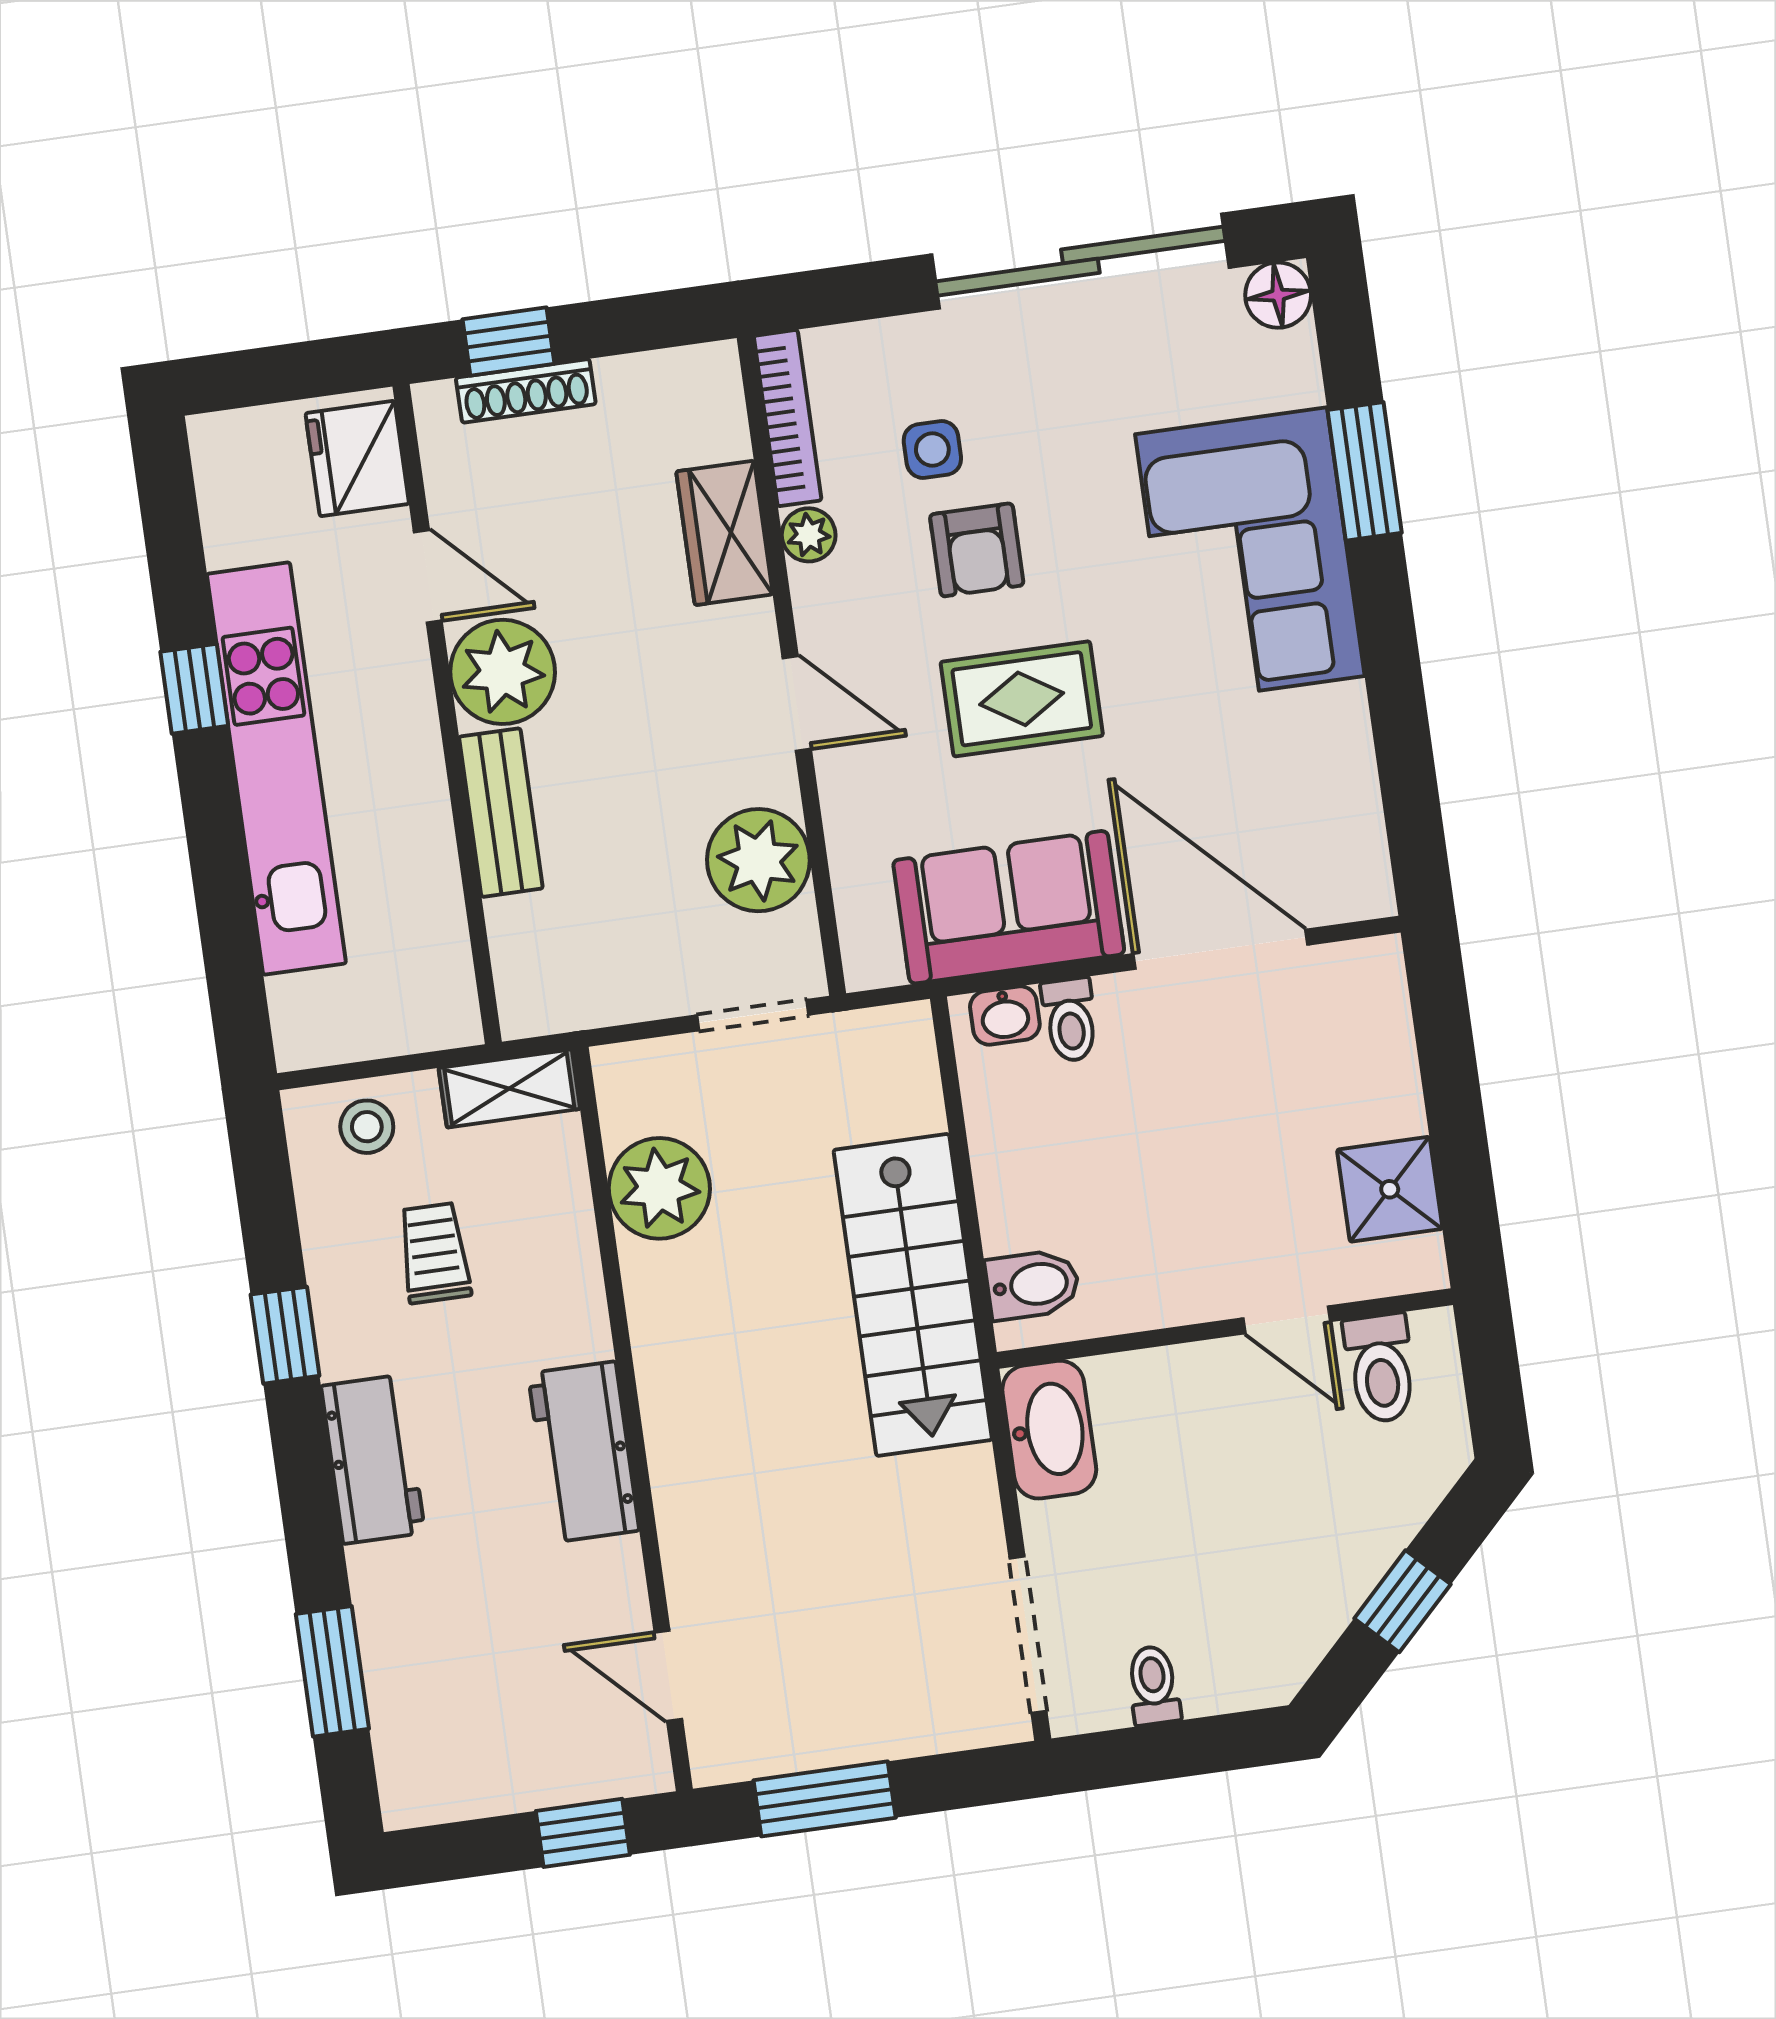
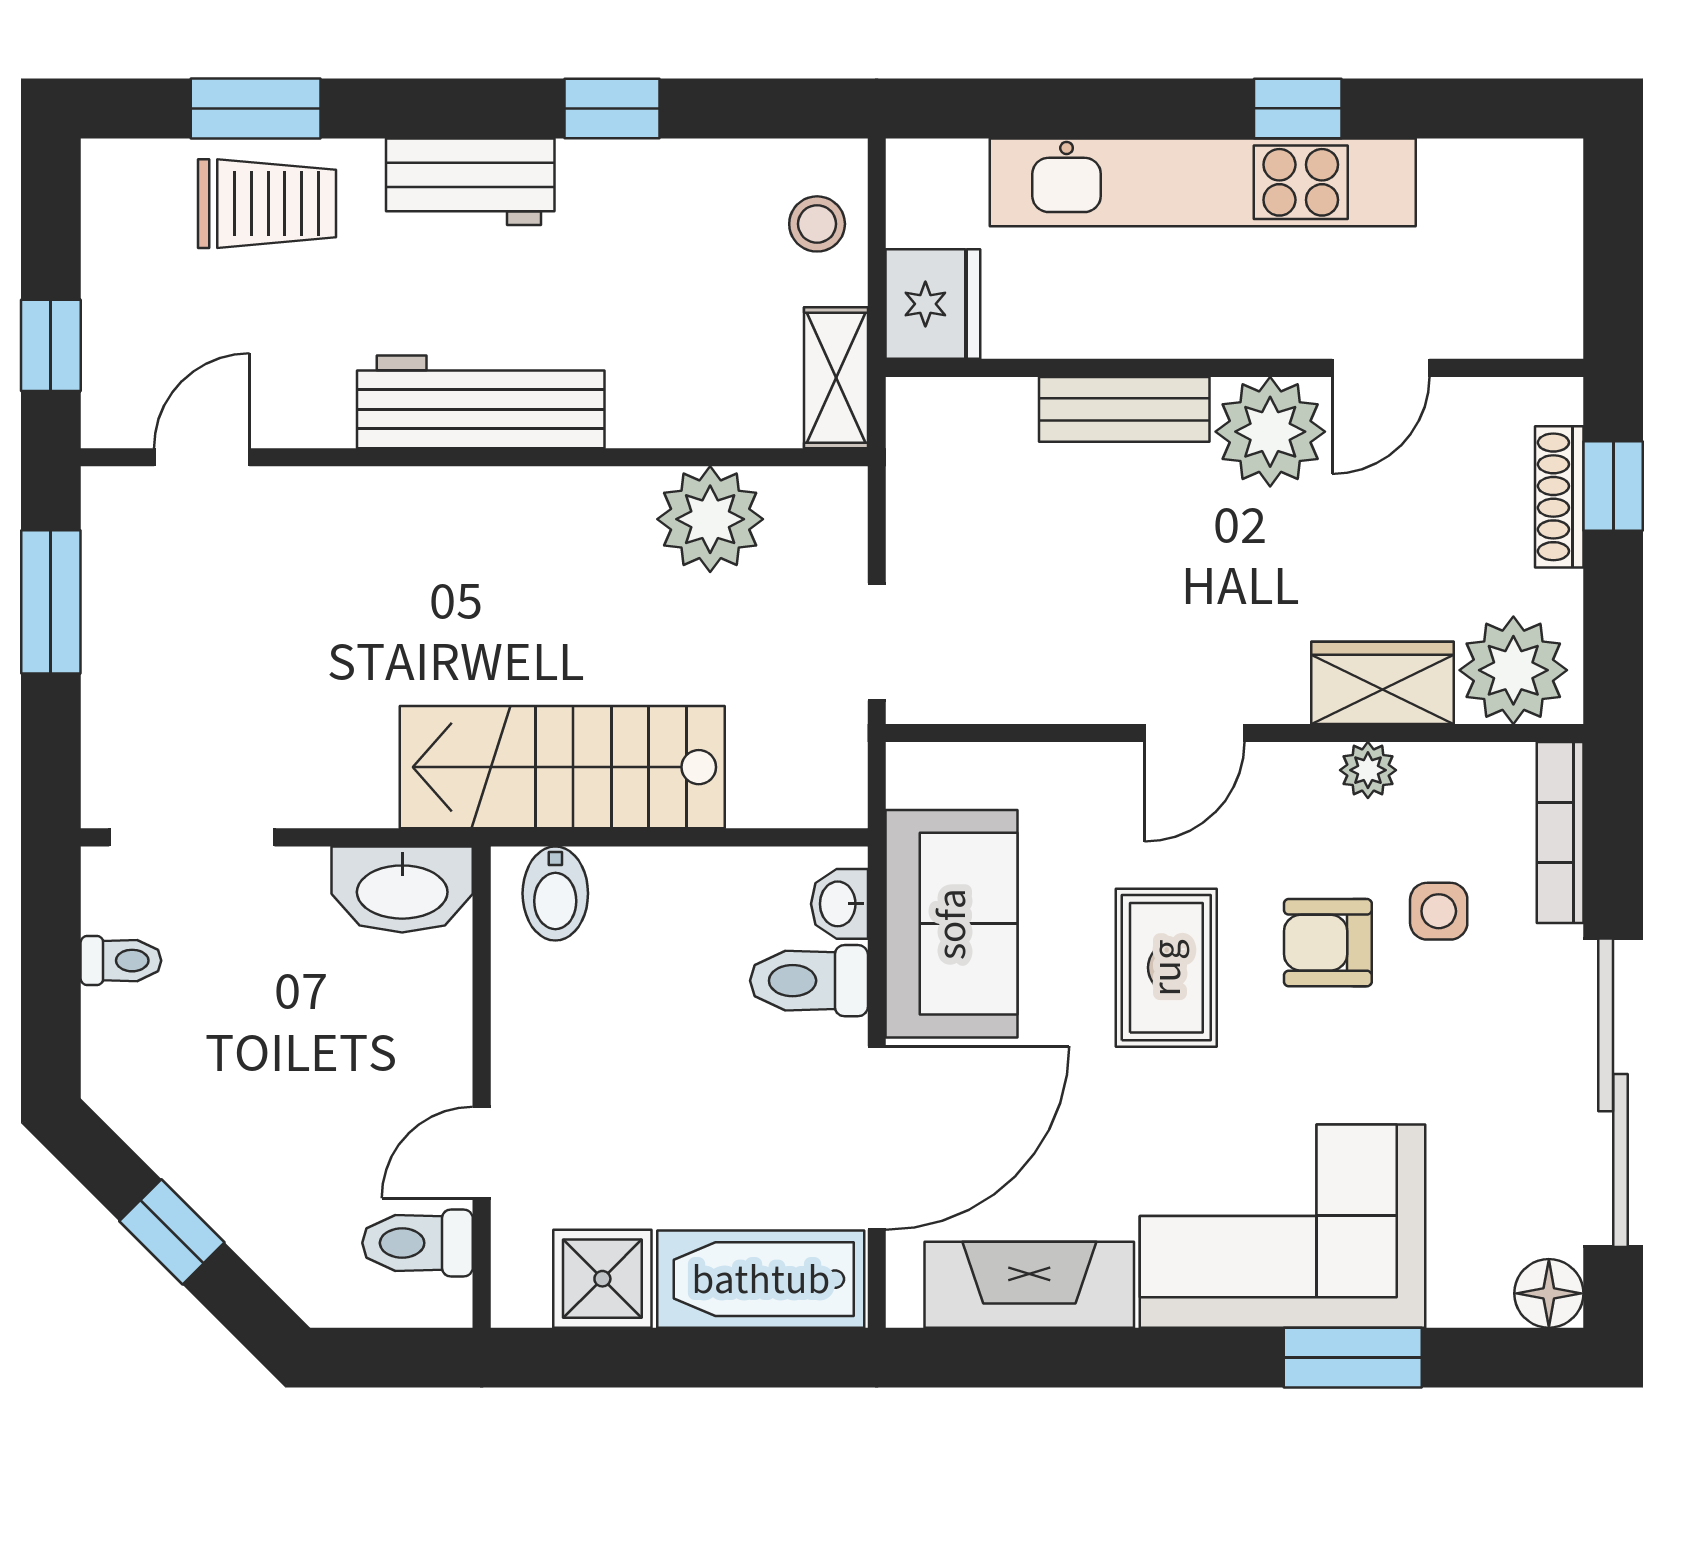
bookcase: (788, 418) -> (1560, 833), moved, turned 90
fridge: (357, 459) -> (933, 304), moved, turned 90
fireplace: (1339, 786) -> (1029, 1285), added
plant: (758, 860) -> (1513, 670), moved
toilet: (1070, 1020) -> (809, 981), width x1.37, depth x1.39
bathtub: (1369, 1040) -> (761, 1279), added
trolley: (434, 1253) -> (267, 204), moved, width x1.36, depth x1.39
workbench: (584, 1452) -> (481, 402), width x1.37

